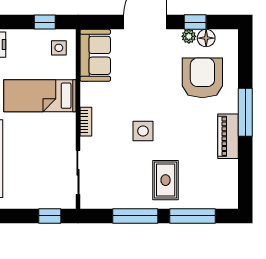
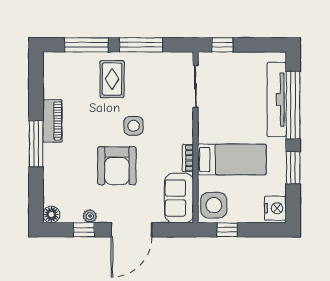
floor lamp: (206, 38) -> (51, 214), moved
side table: (59, 48) -> (214, 205), width x1.87, depth x1.87
armchair: (202, 78) -> (117, 166), moved
bookcase: (86, 122) -> (188, 158), moved

